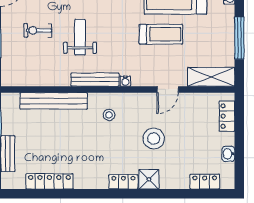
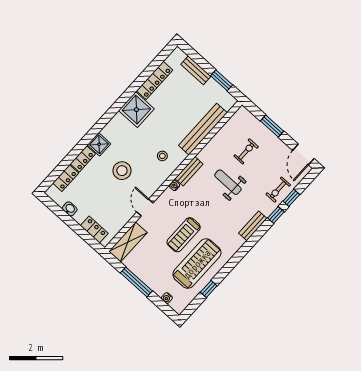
exercise bike: (38, 30) -> (246, 151), moved
weight bench: (80, 37) -> (228, 182), turned 180
bench: (95, 80) -> (189, 171), width x0.73
shower: (89, 174) -> (136, 110), added
locker: (123, 182) -> (83, 159), moved

